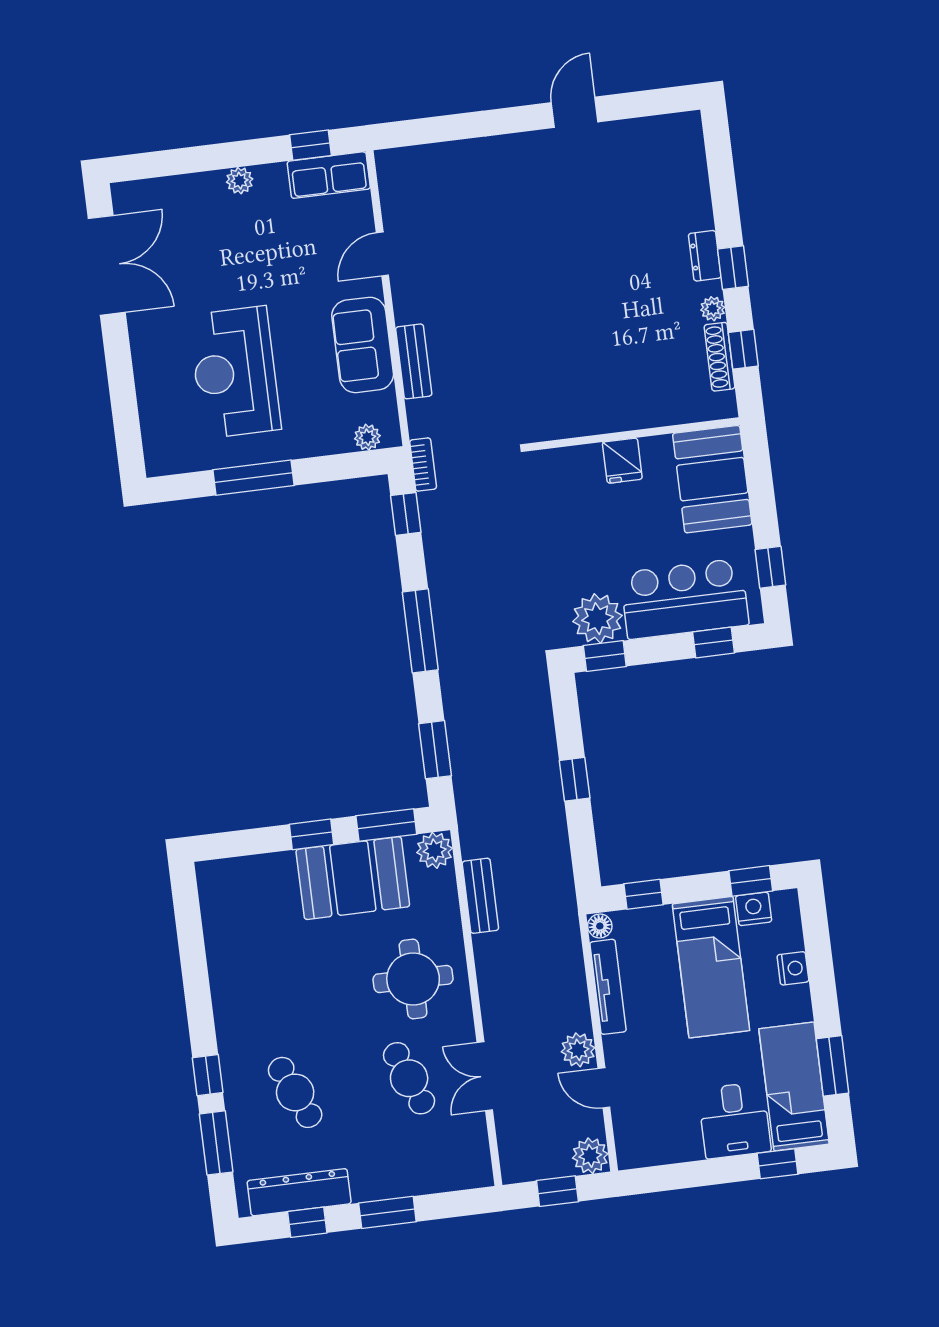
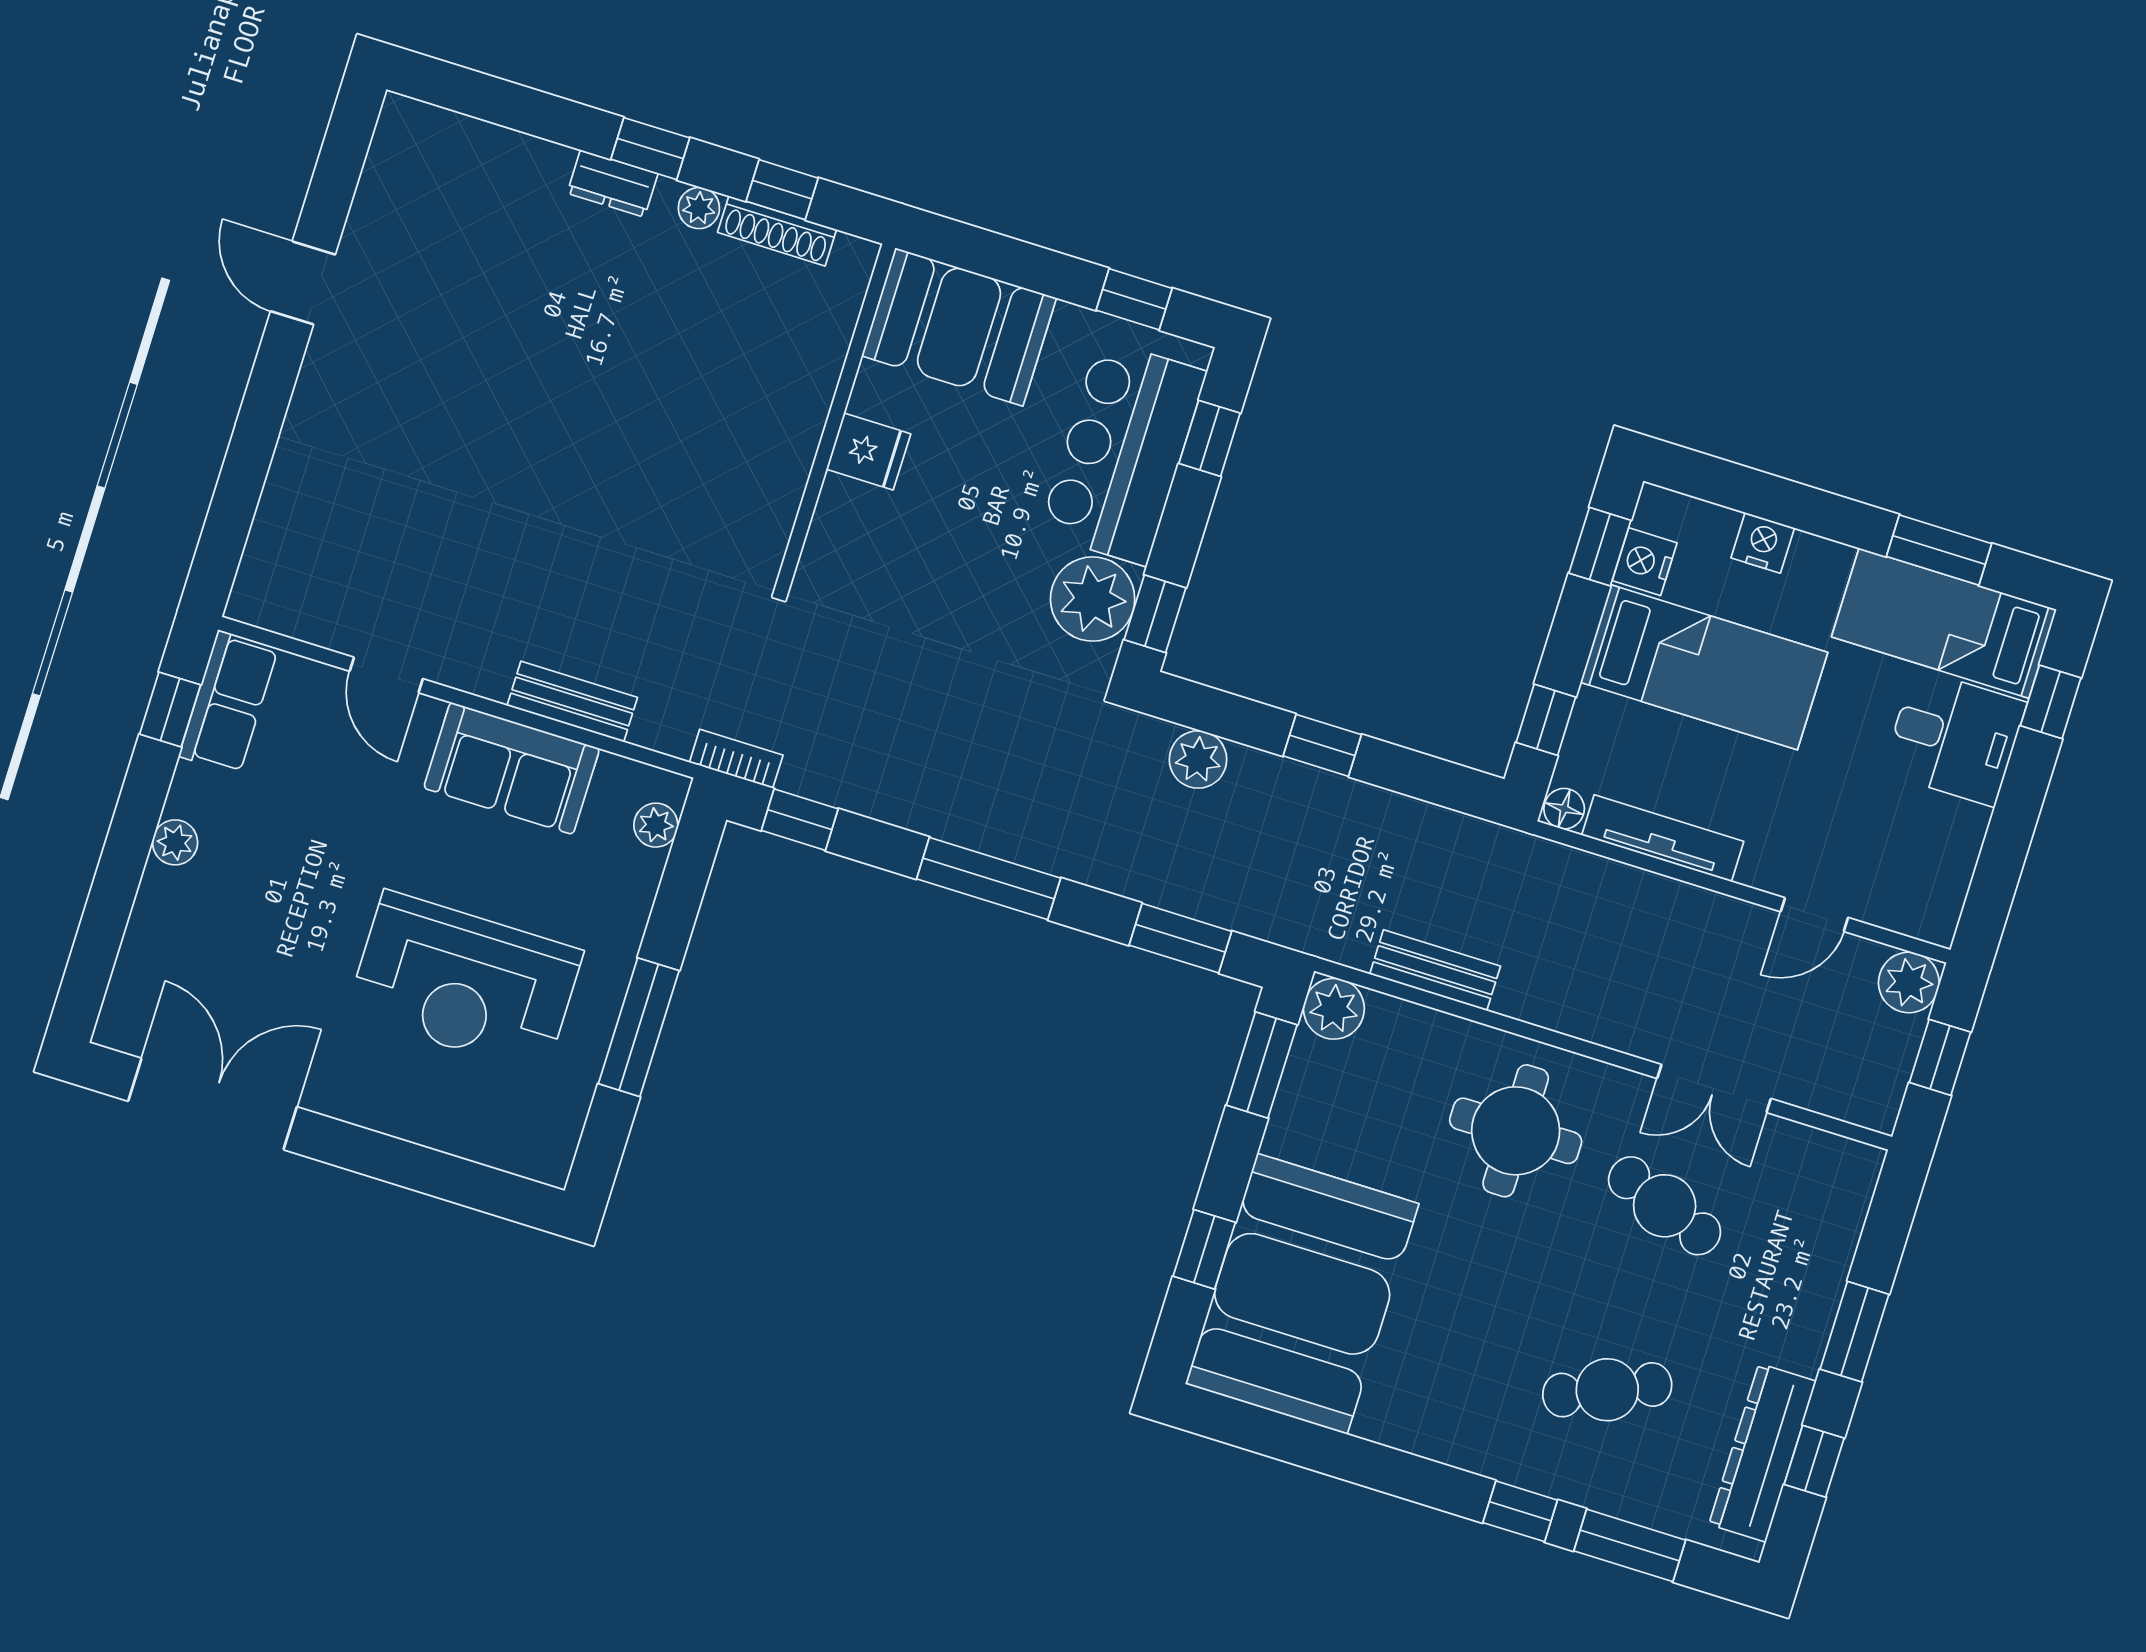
window: (312, 834) -> (1204, 1249), moved
booth: (353, 878) -> (1302, 1294), moved, width x1.36, depth x1.42
plant: (578, 1050) -> (1198, 759), moved
cafe table: (409, 1078) -> (1665, 1206), turned 42

